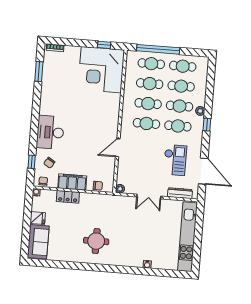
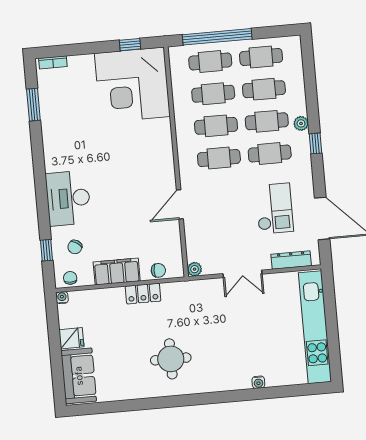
locker: (68, 197) -> (143, 294), moved

